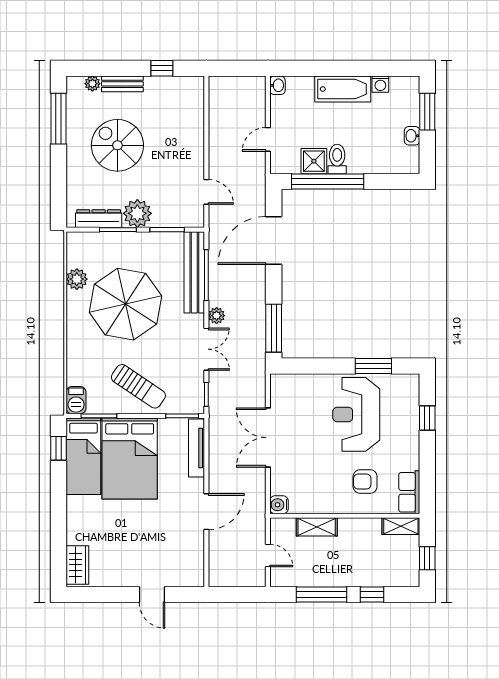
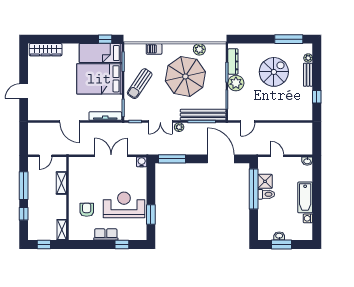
window: (427, 112) -> (282, 244), moved
barbecue: (76, 400) -> (154, 49), moved
row of seats: (409, 492) -> (106, 234), moved
water cooler: (279, 505) -> (142, 162), moved
wardrobe: (77, 565) -> (46, 50), width x1.50

